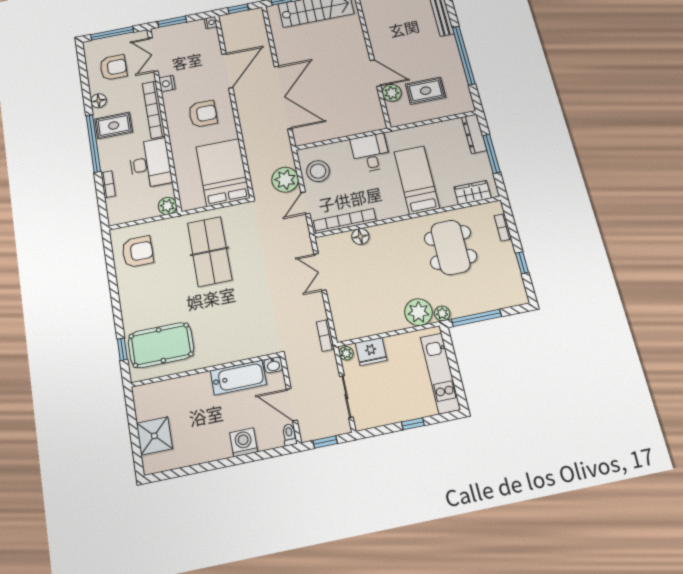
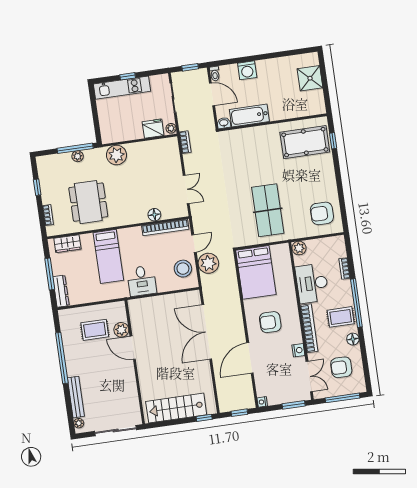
plant: (442, 313) -> (78, 156), moved
kitchen unit: (440, 373) -> (122, 88), moved, turned 90

